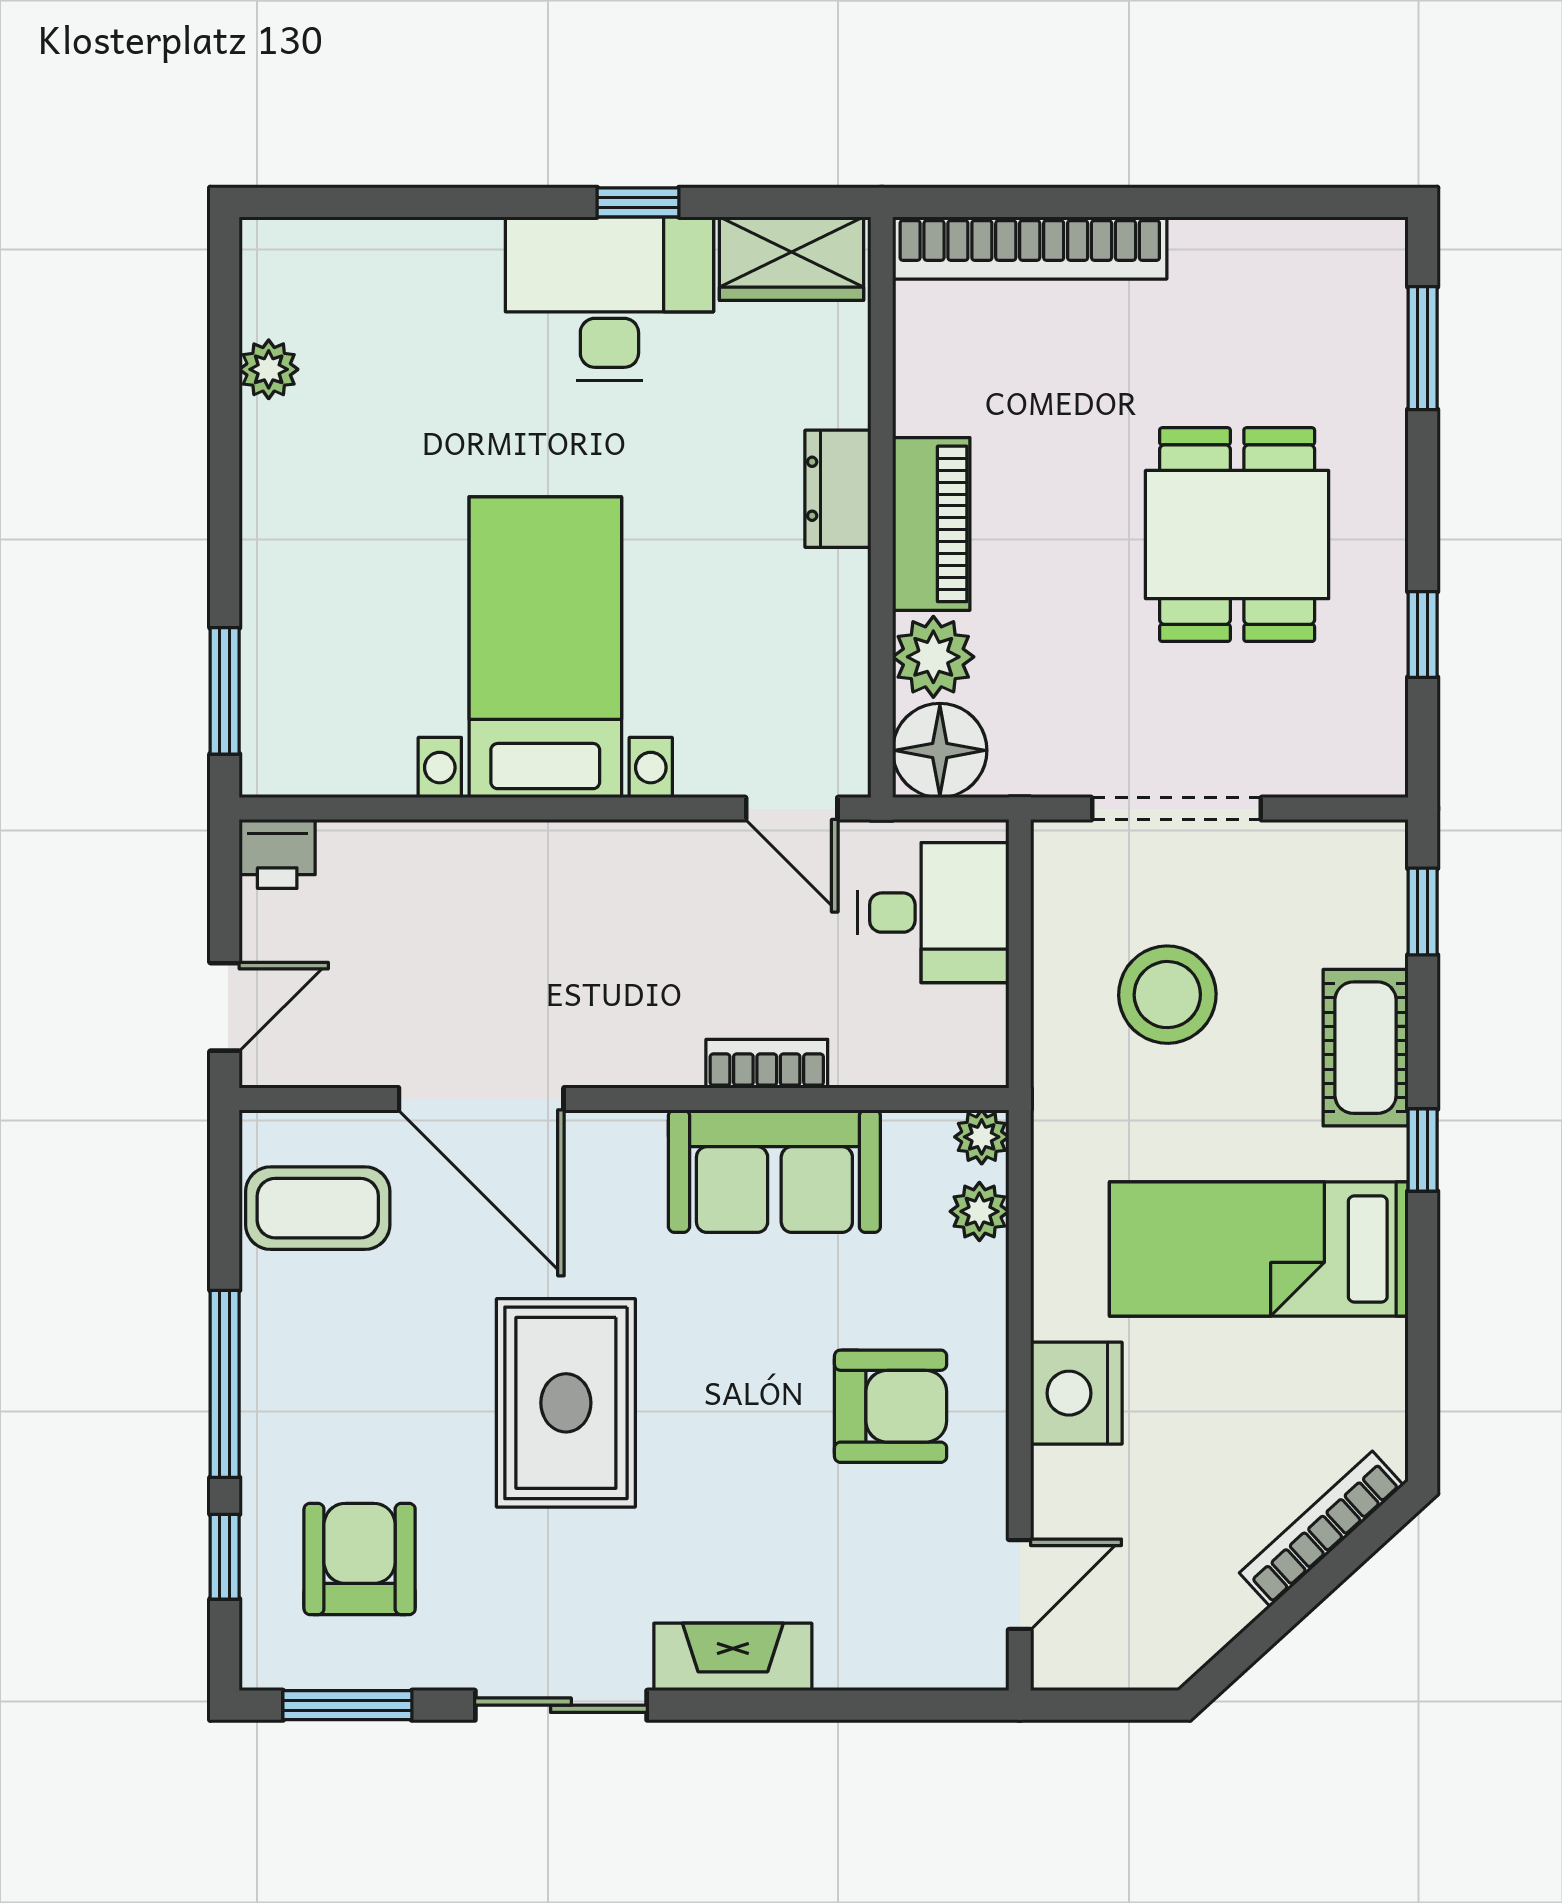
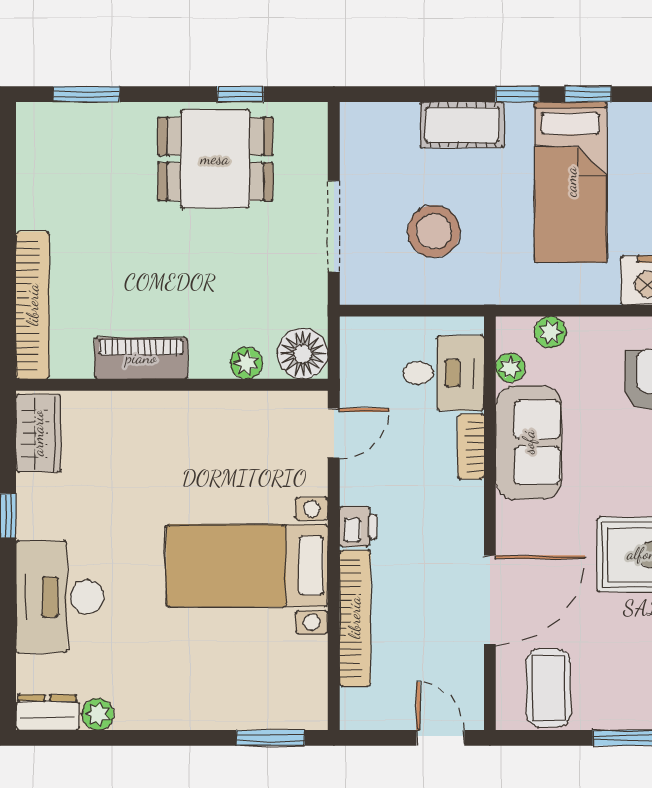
desk: (609, 299) -> (60, 597), moved
dresser: (838, 489) -> (47, 712), moved, turned 180
piano: (931, 524) -> (141, 358), moved
dining table: (1237, 535) -> (215, 159), moved
plant: (933, 657) -> (246, 363), width x0.73, depth x0.73
bookcase: (448, 848) -> (355, 618), added
printer: (277, 854) -> (358, 526), moved
window: (1423, 912) -> (588, 94), moved
desk: (933, 913) -> (443, 373), moved, turned 90
plant: (982, 1137) -> (510, 368), moved

